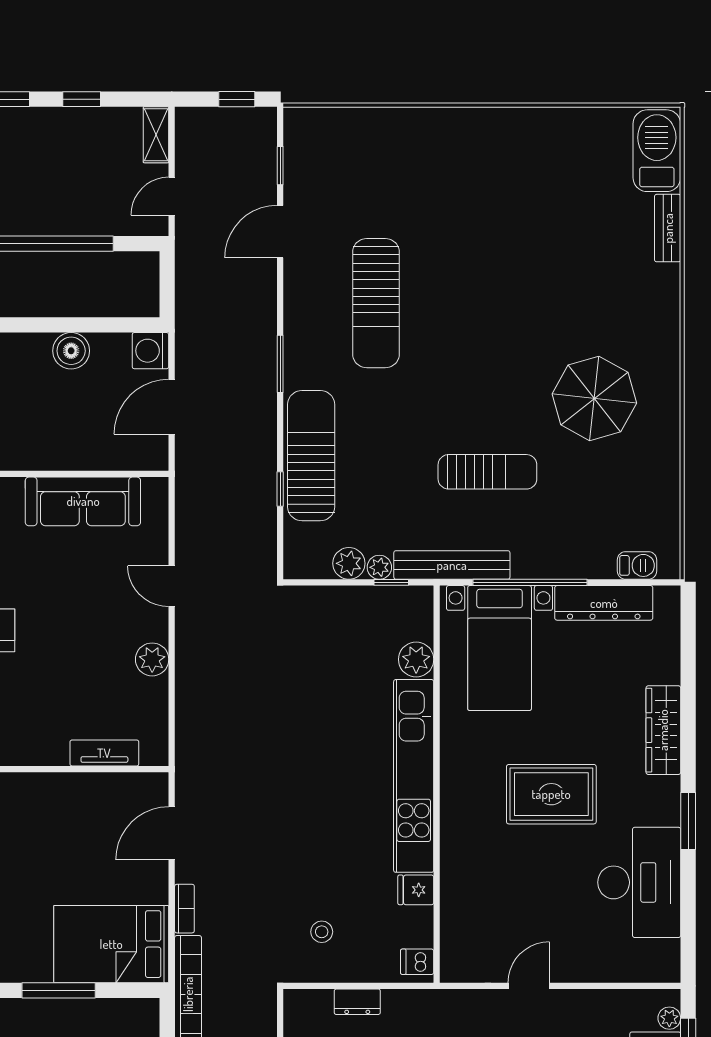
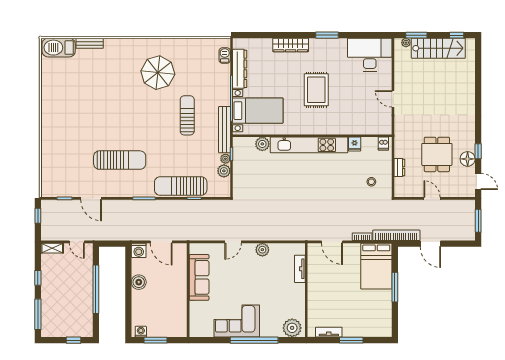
desk: (639, 882) -> (370, 55), moved

